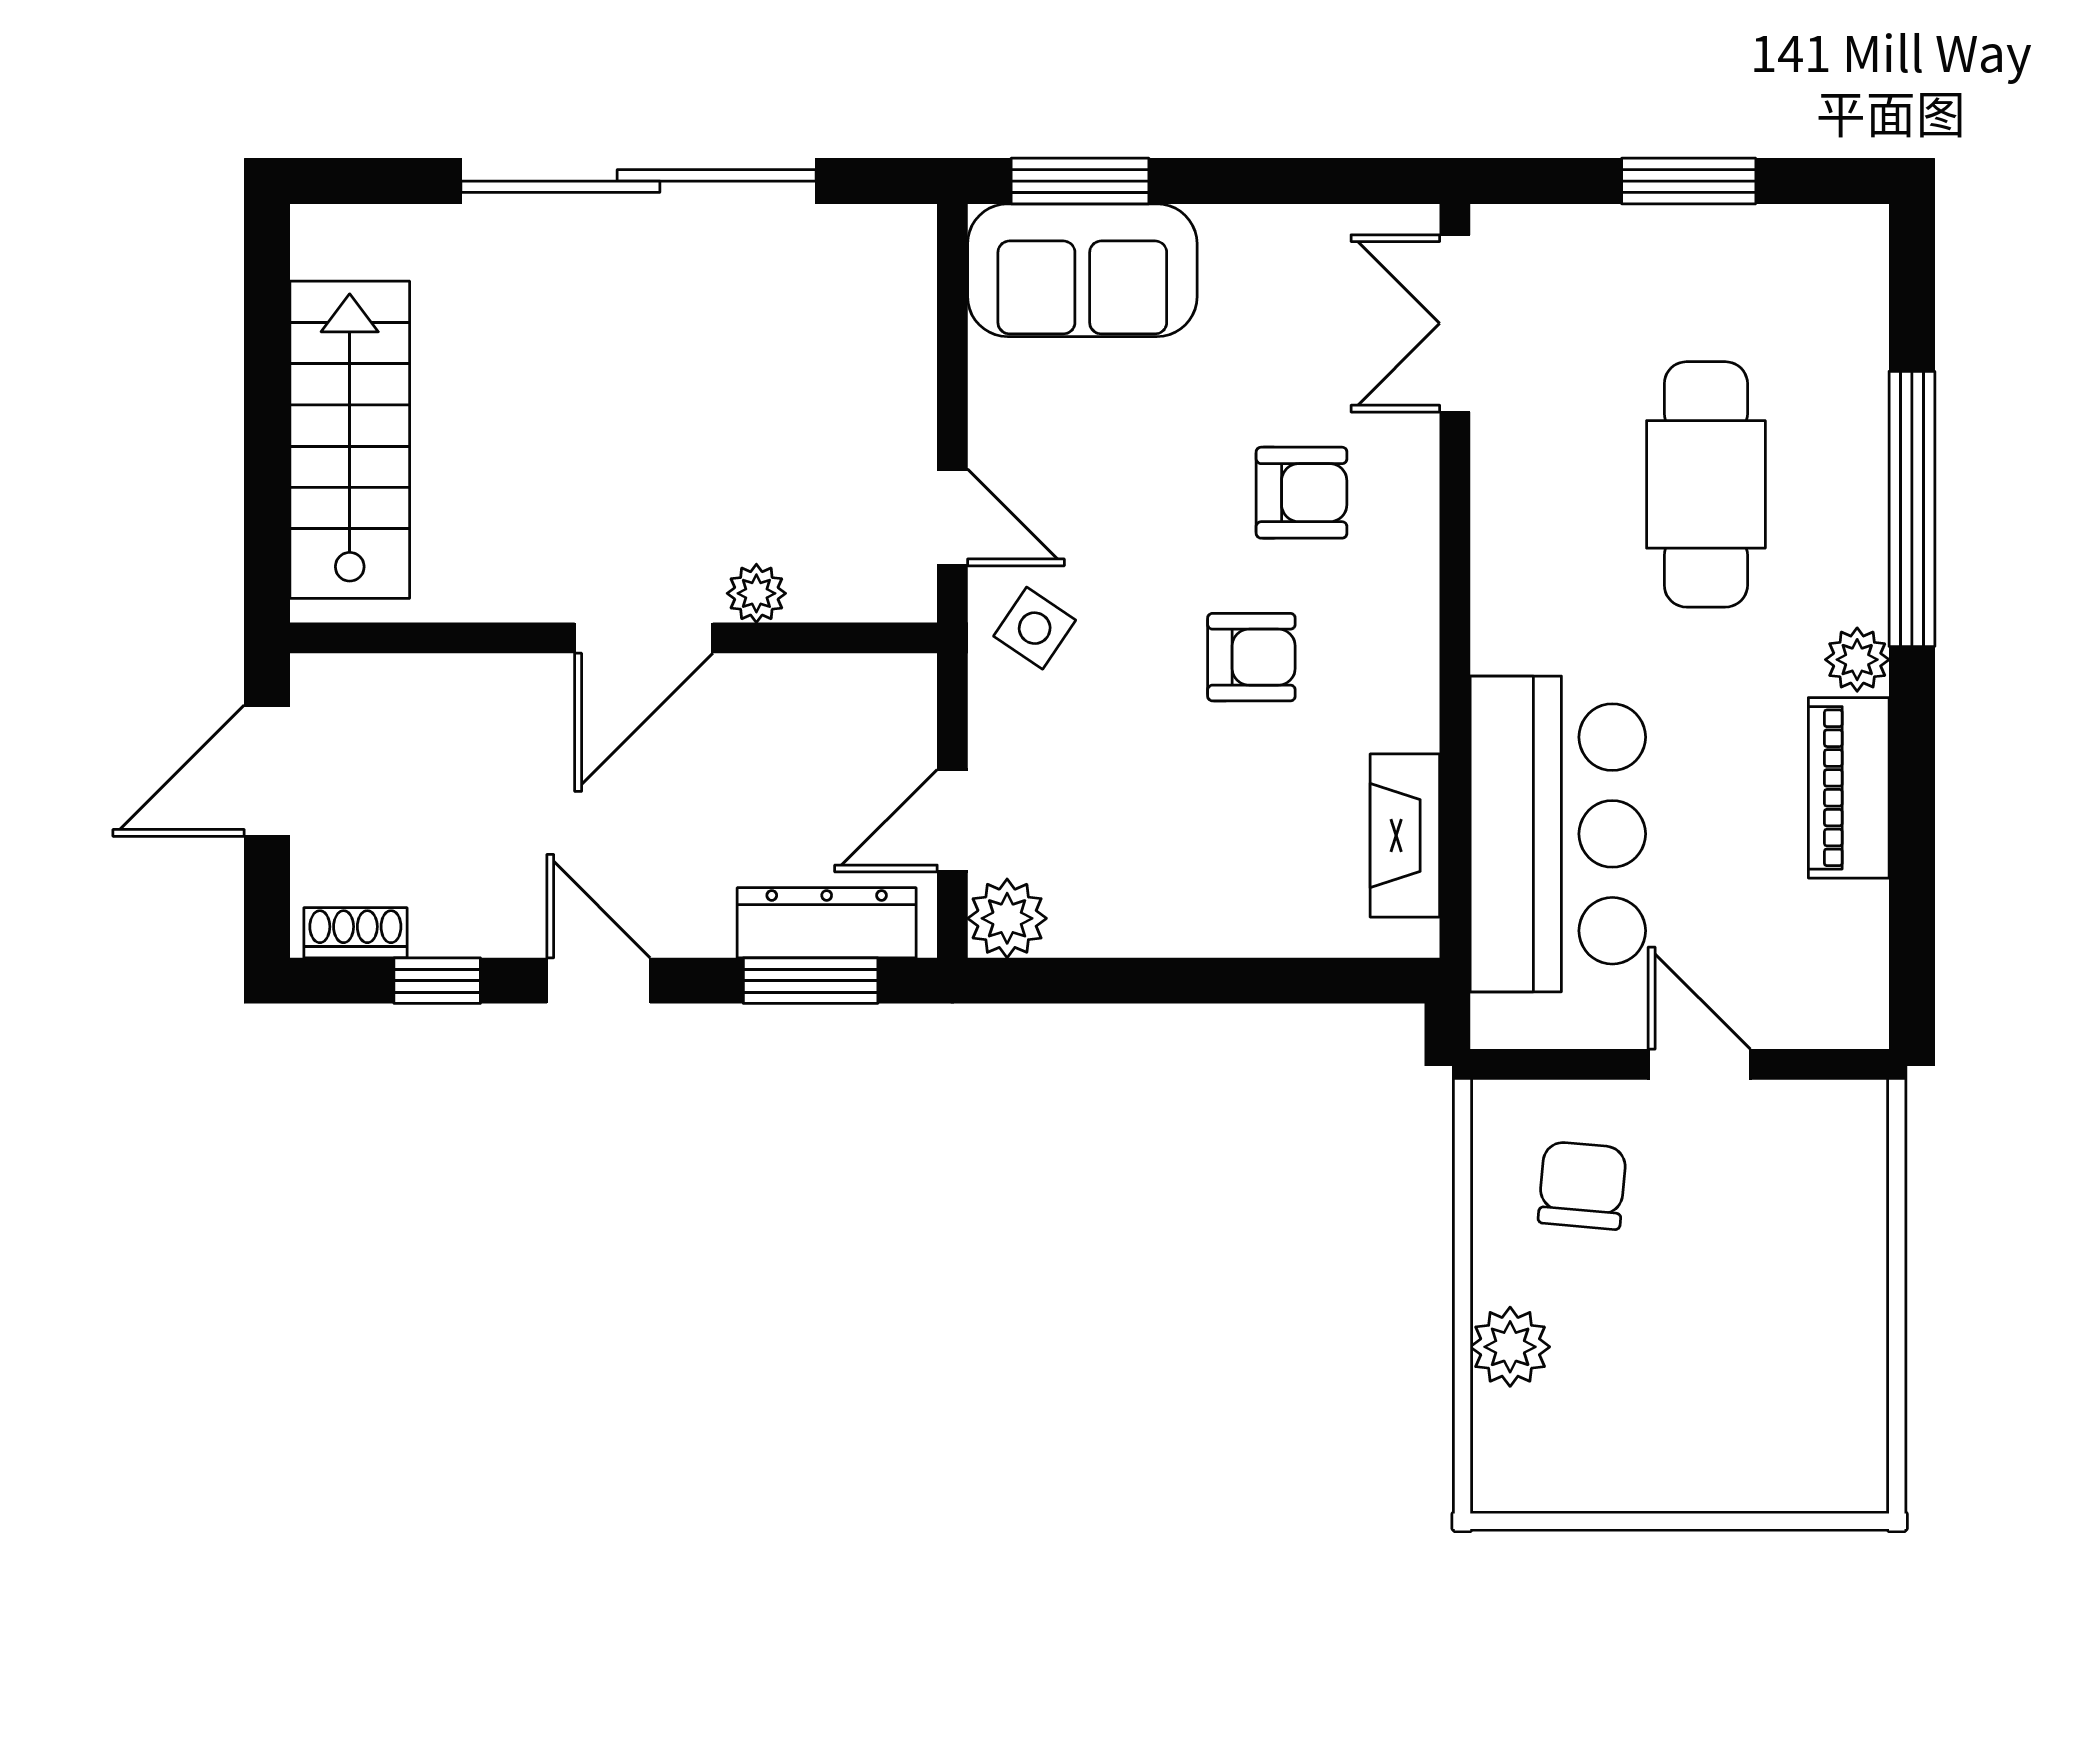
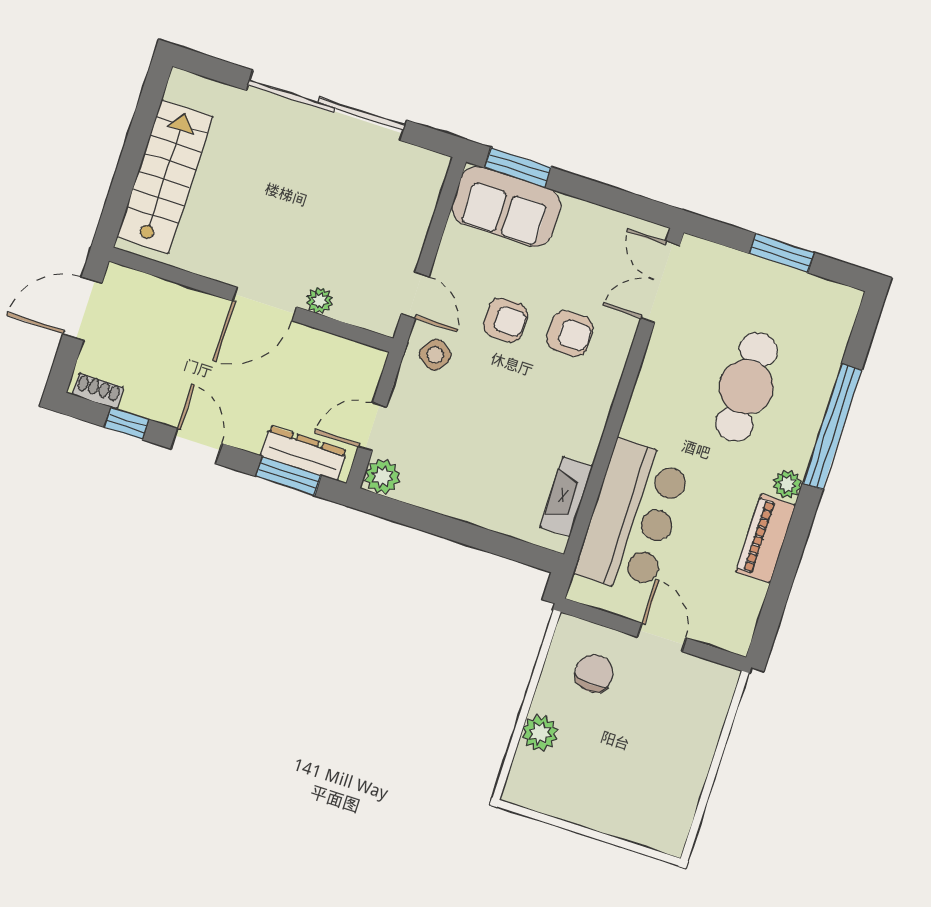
armchair: (1251, 657) -> (506, 320), moved

